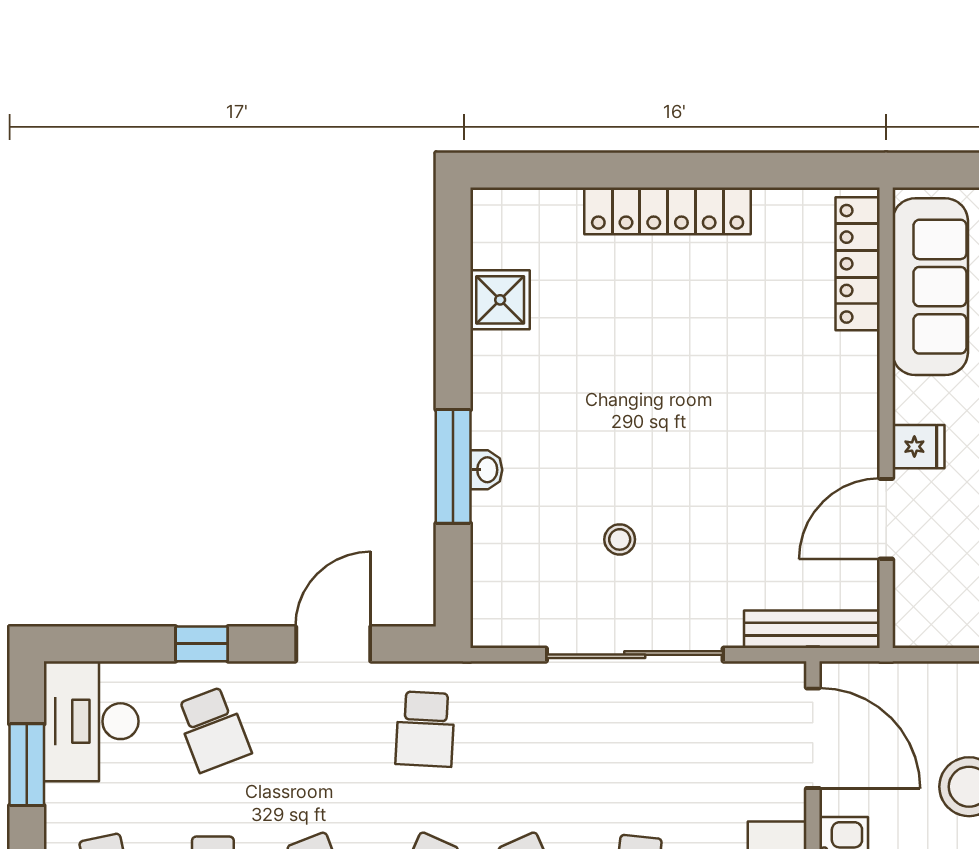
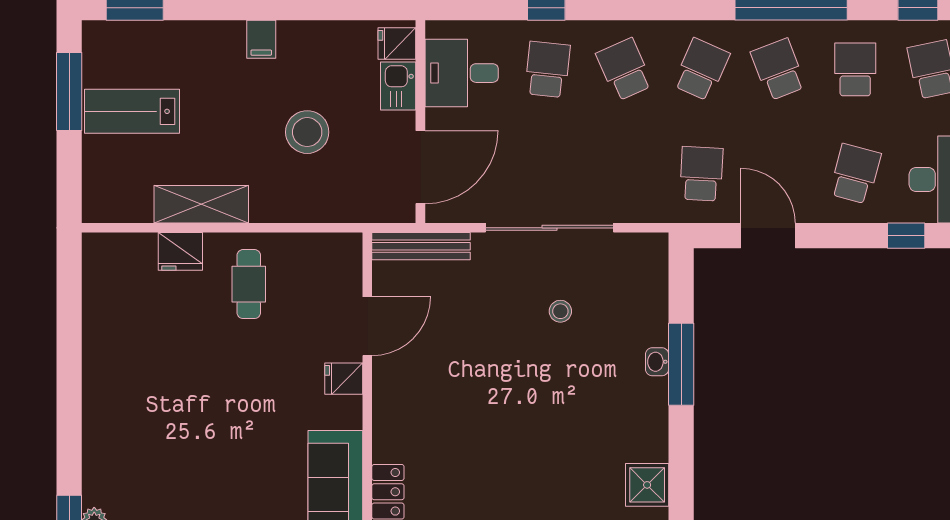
window: (202, 644) -> (906, 236), moved
door: (333, 644) -> (768, 236), swing flipped
school desk: (213, 729) -> (855, 174), turned 36
door: (813, 738) -> (420, 167), swing flipped

